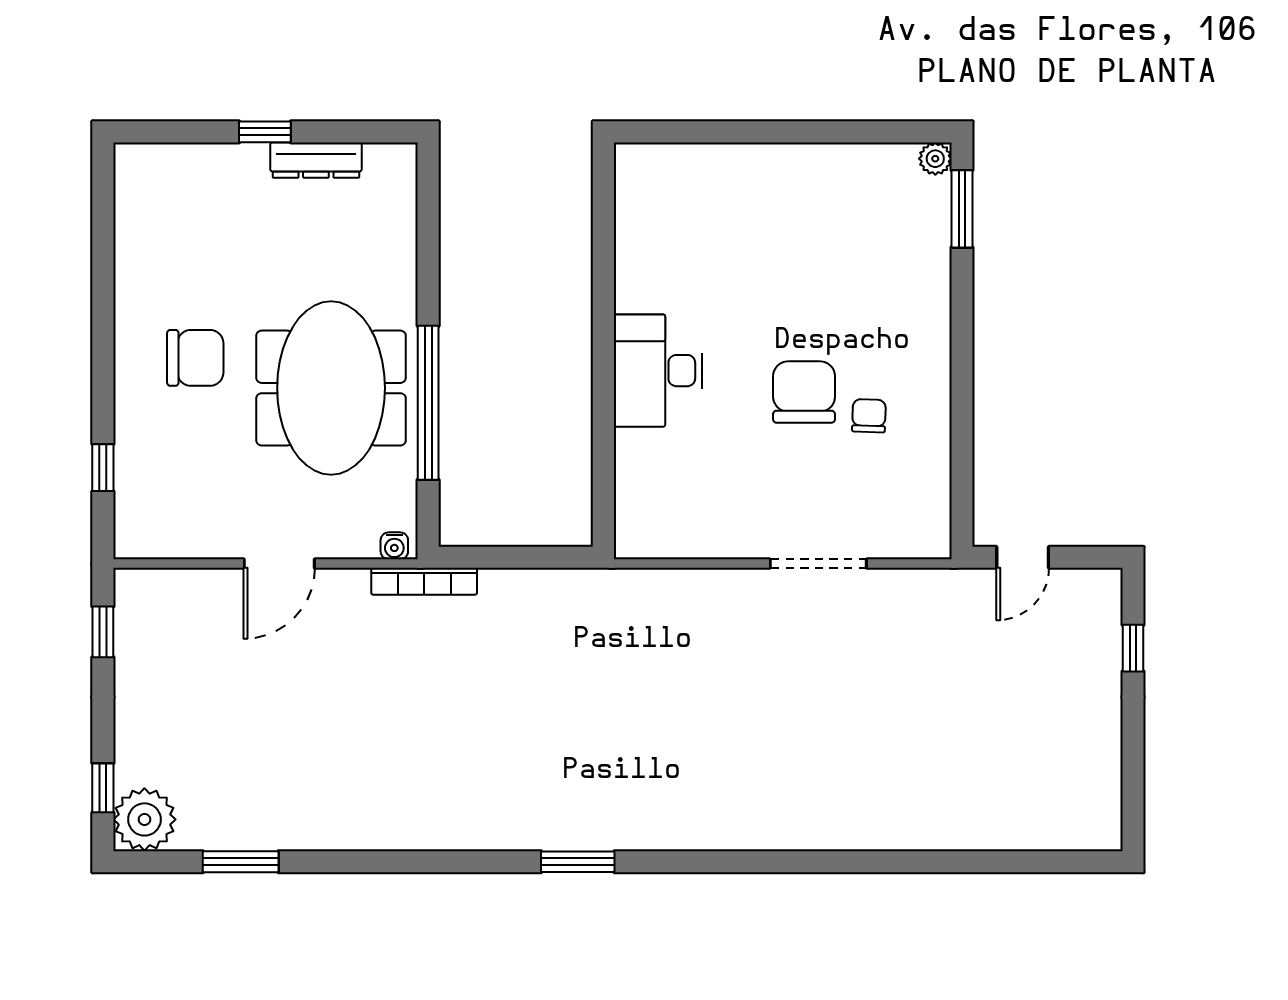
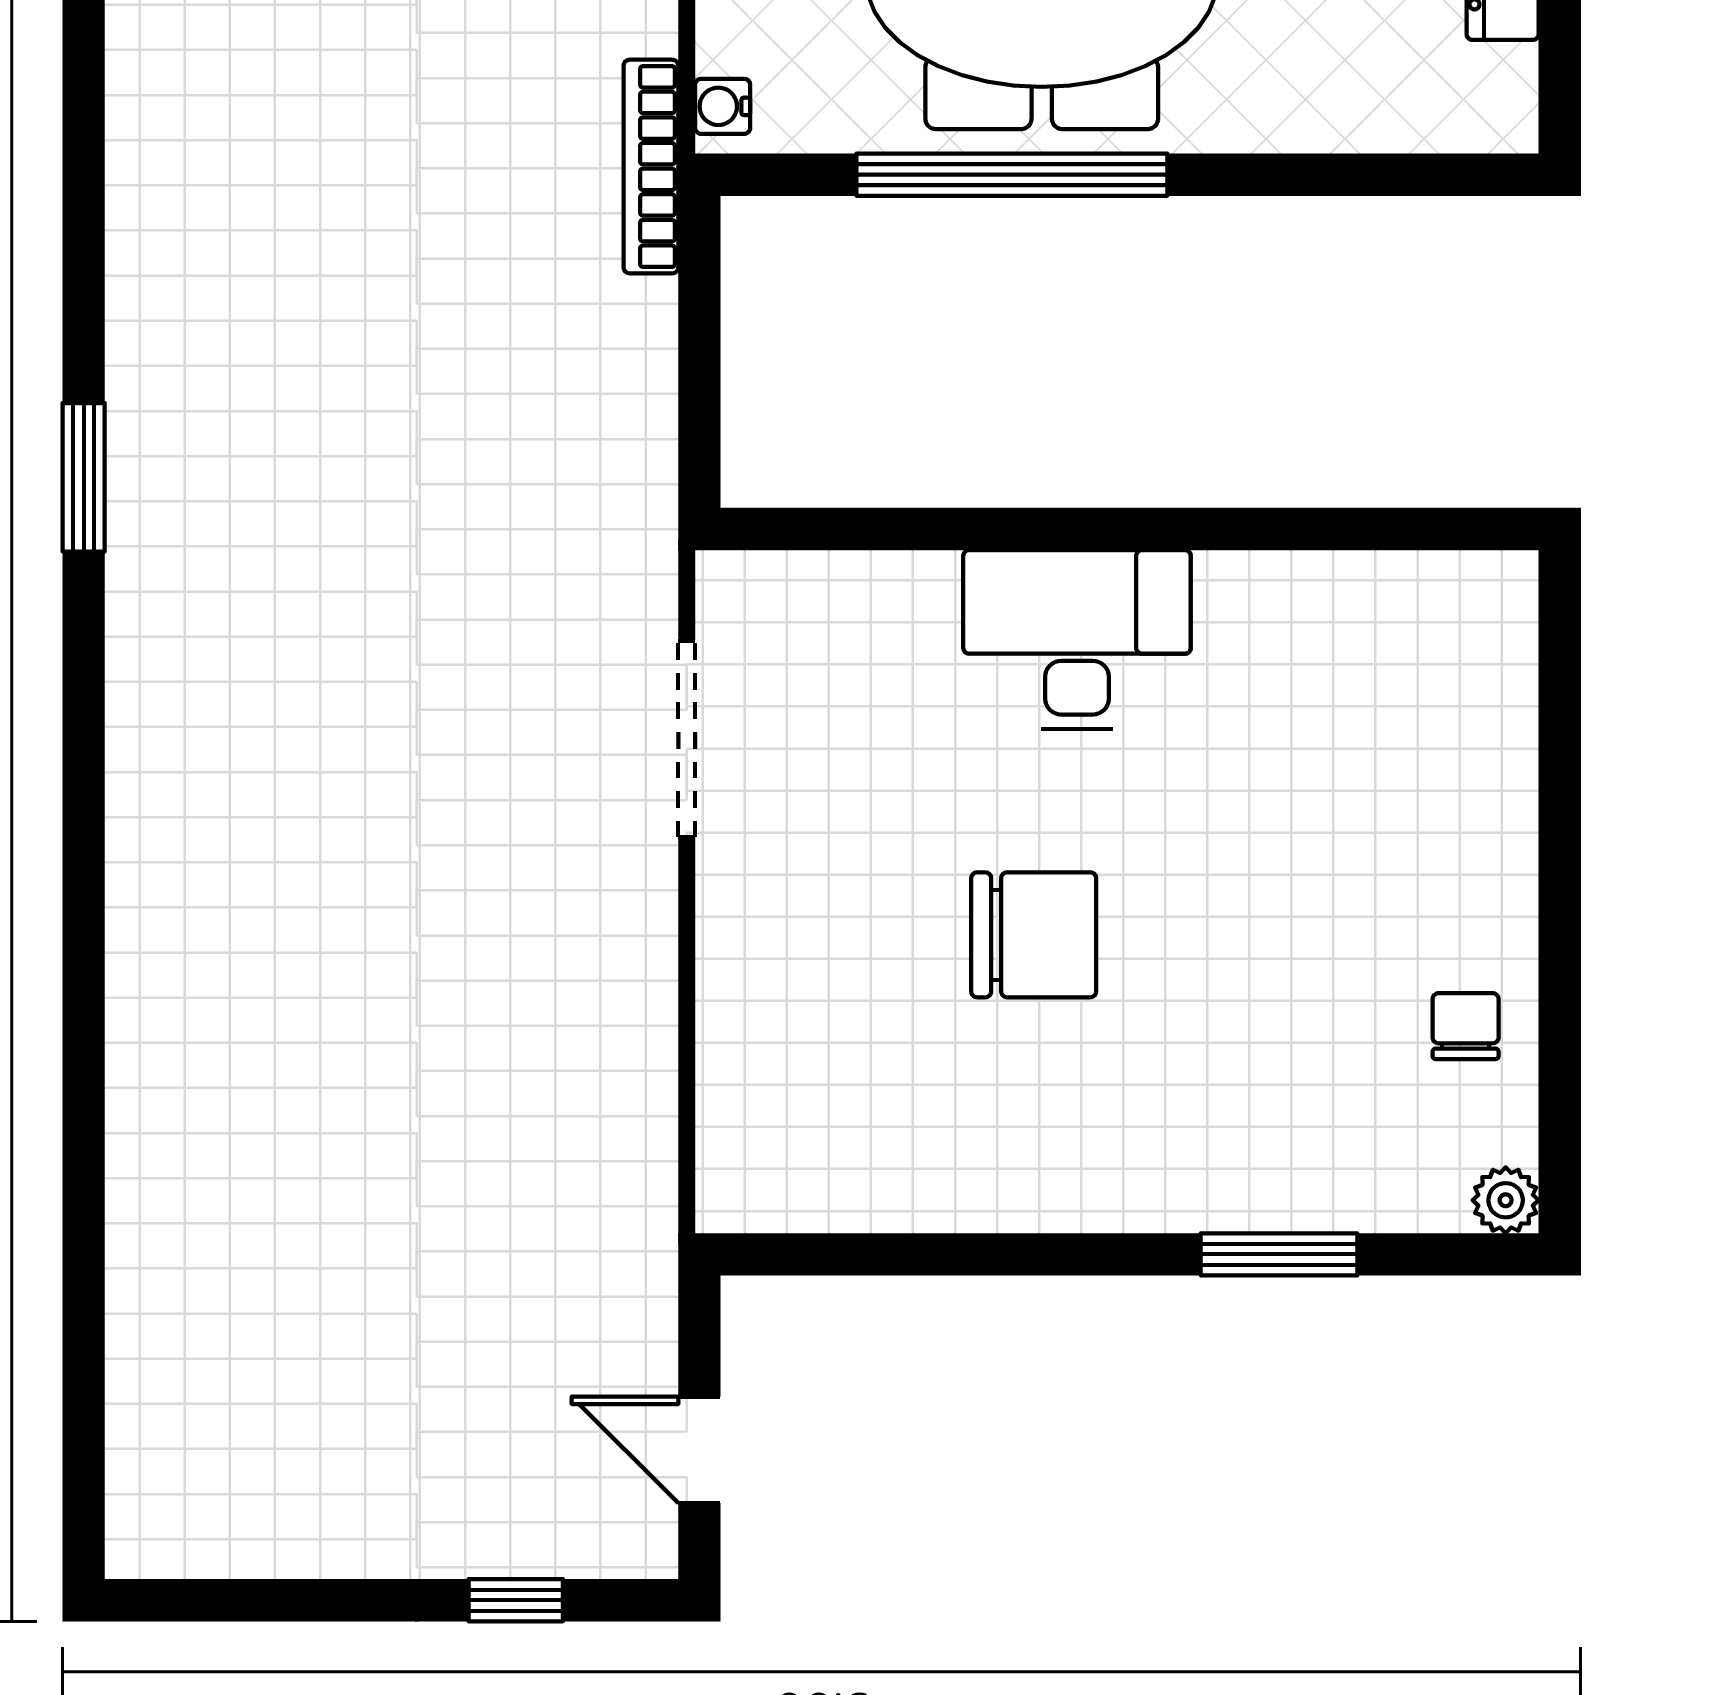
window: (962, 209) -> (1279, 1254), moved
chair: (869, 416) -> (1466, 1026), moved, turned -92
door: (1023, 557) -> (699, 1450), moved
doorway: (818, 564) -> (687, 739), moved

